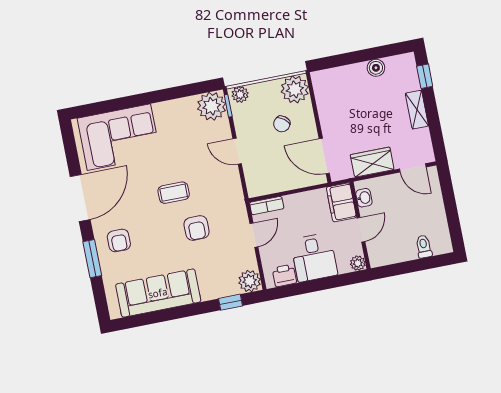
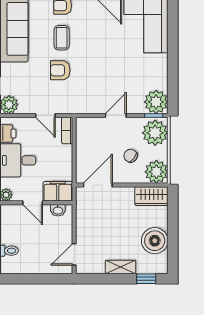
boiler: (376, 68) -> (155, 241), width x1.86, depth x1.86
plant: (240, 94) -> (155, 133), width x1.88, depth x1.88
wardrobe: (372, 162) -> (151, 196), moved, turned 90
coffee table: (174, 193) -> (62, 38), moved

